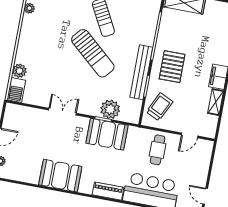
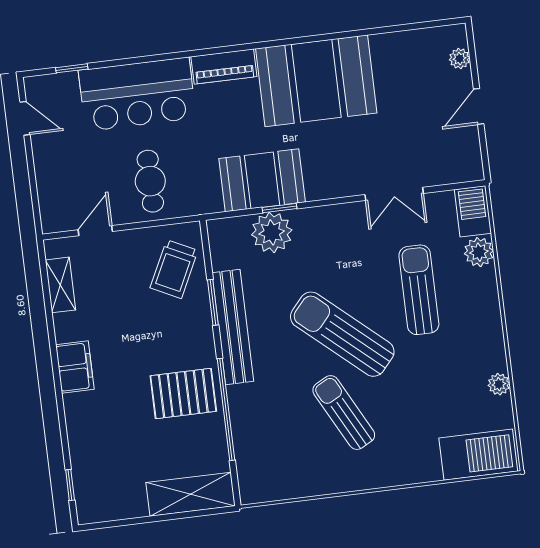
sun lounger: (52, 62) -> (419, 290), added
pallet: (172, 67) -> (183, 394), moved, turned 90
shelving: (216, 102) -> (60, 285), moved
double door: (62, 112) -> (394, 194), moved
booth: (60, 176) -> (316, 81), width x1.36, depth x1.42

